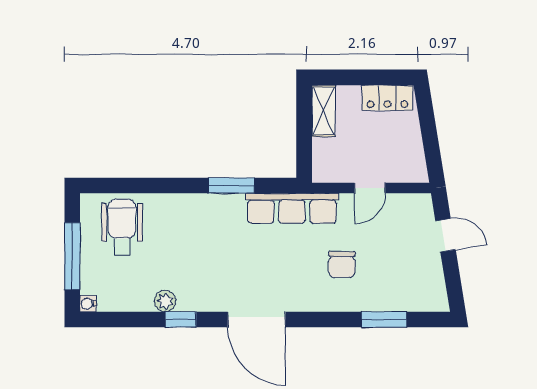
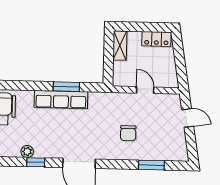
door: (370, 188) -> (145, 90), swing flipped
row of seats: (292, 208) -> (61, 100), moved

